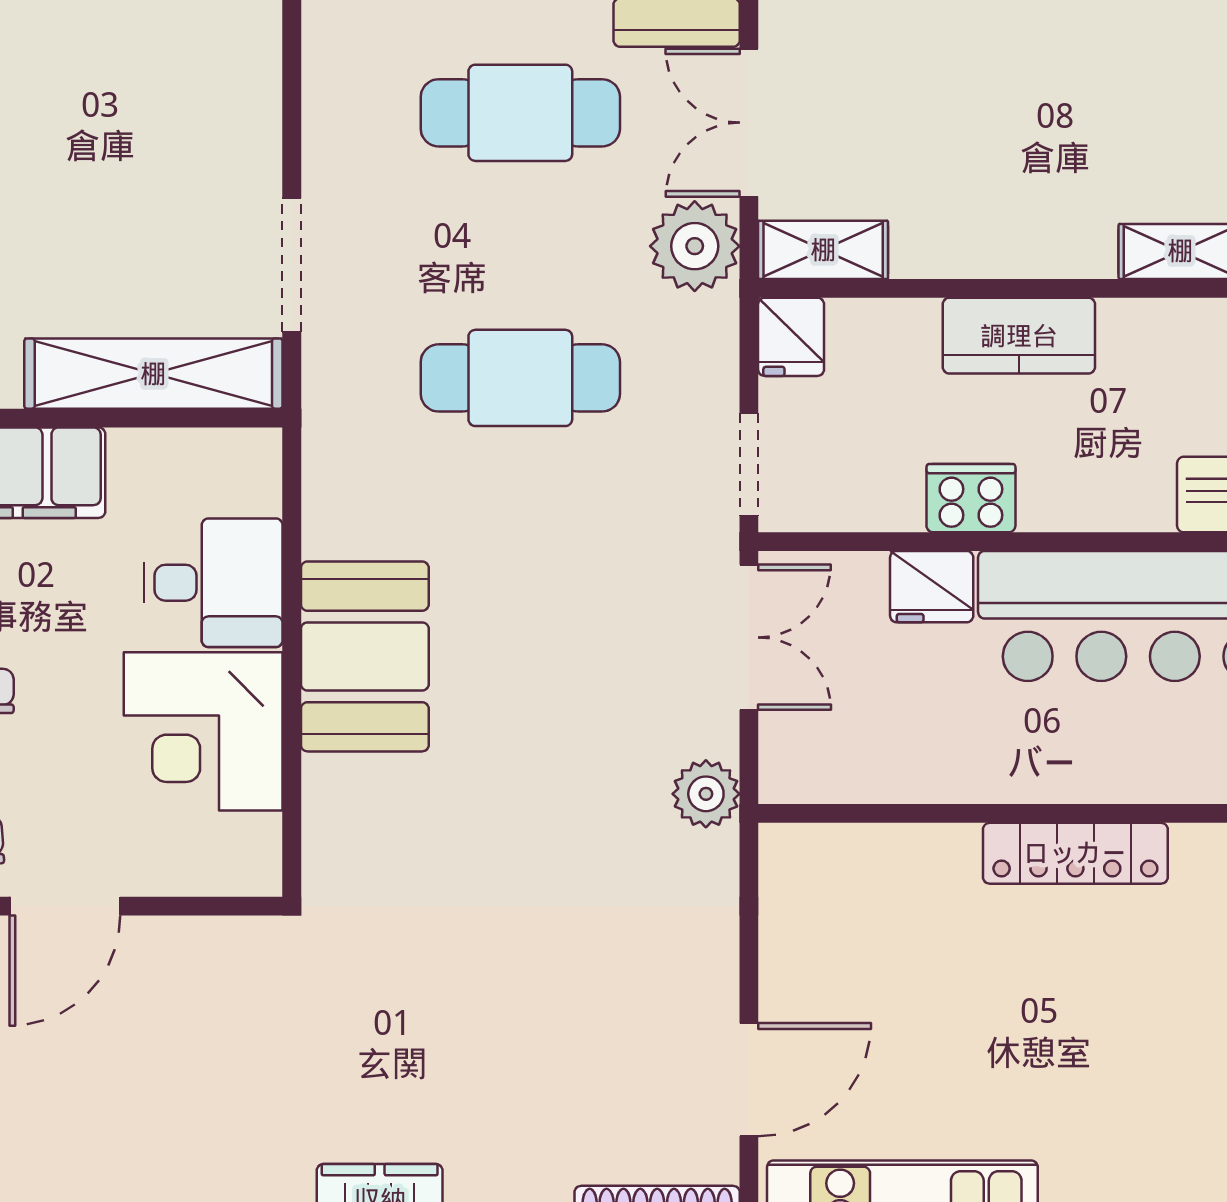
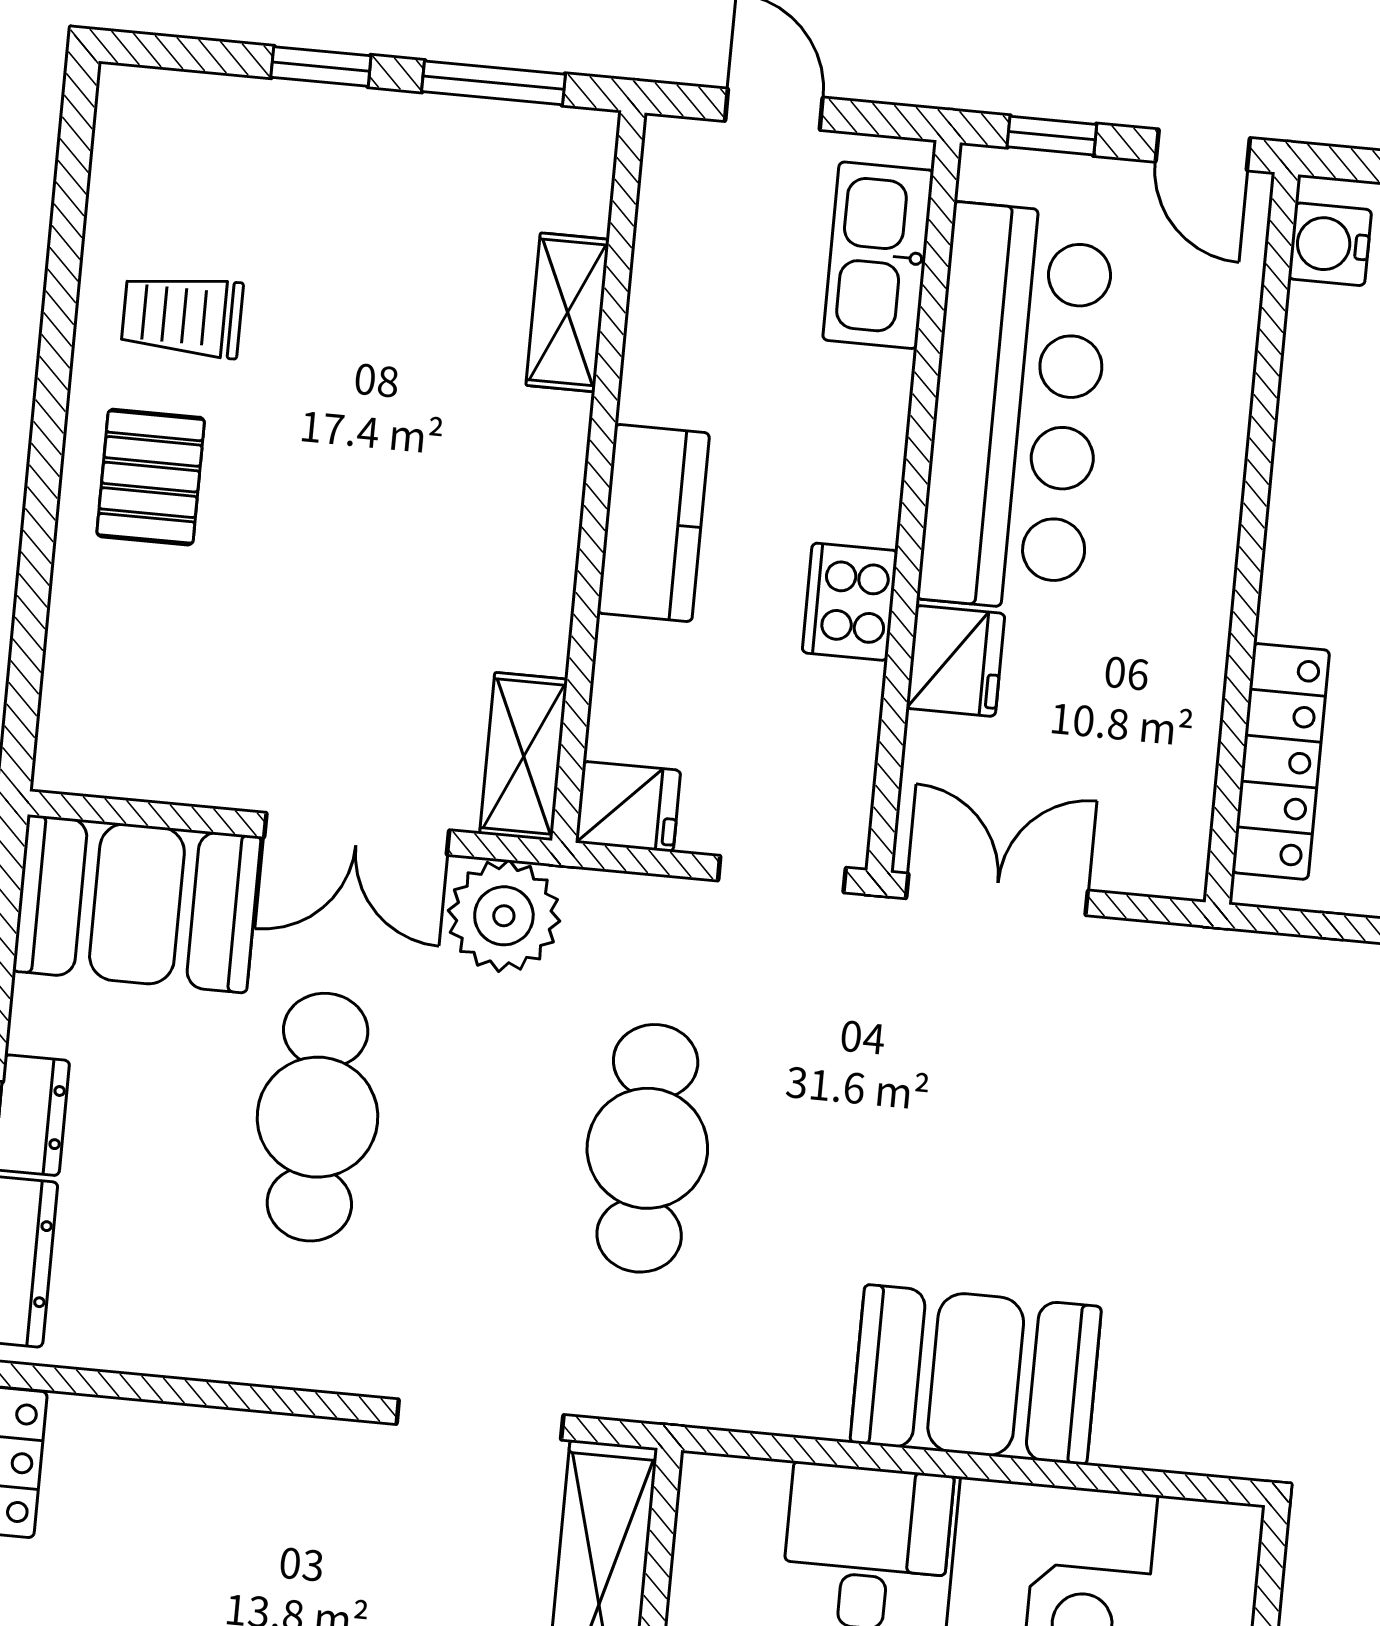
plant: (706, 794) -> (1187, 966), removed
locker: (1075, 853) -> (1281, 761), moved

